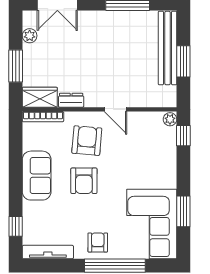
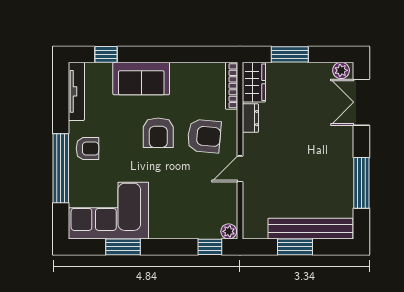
plant: (30, 36) -> (341, 70), moved
sofa: (37, 176) -> (141, 78), moved
armchair: (84, 181) -> (158, 133), turned -90

